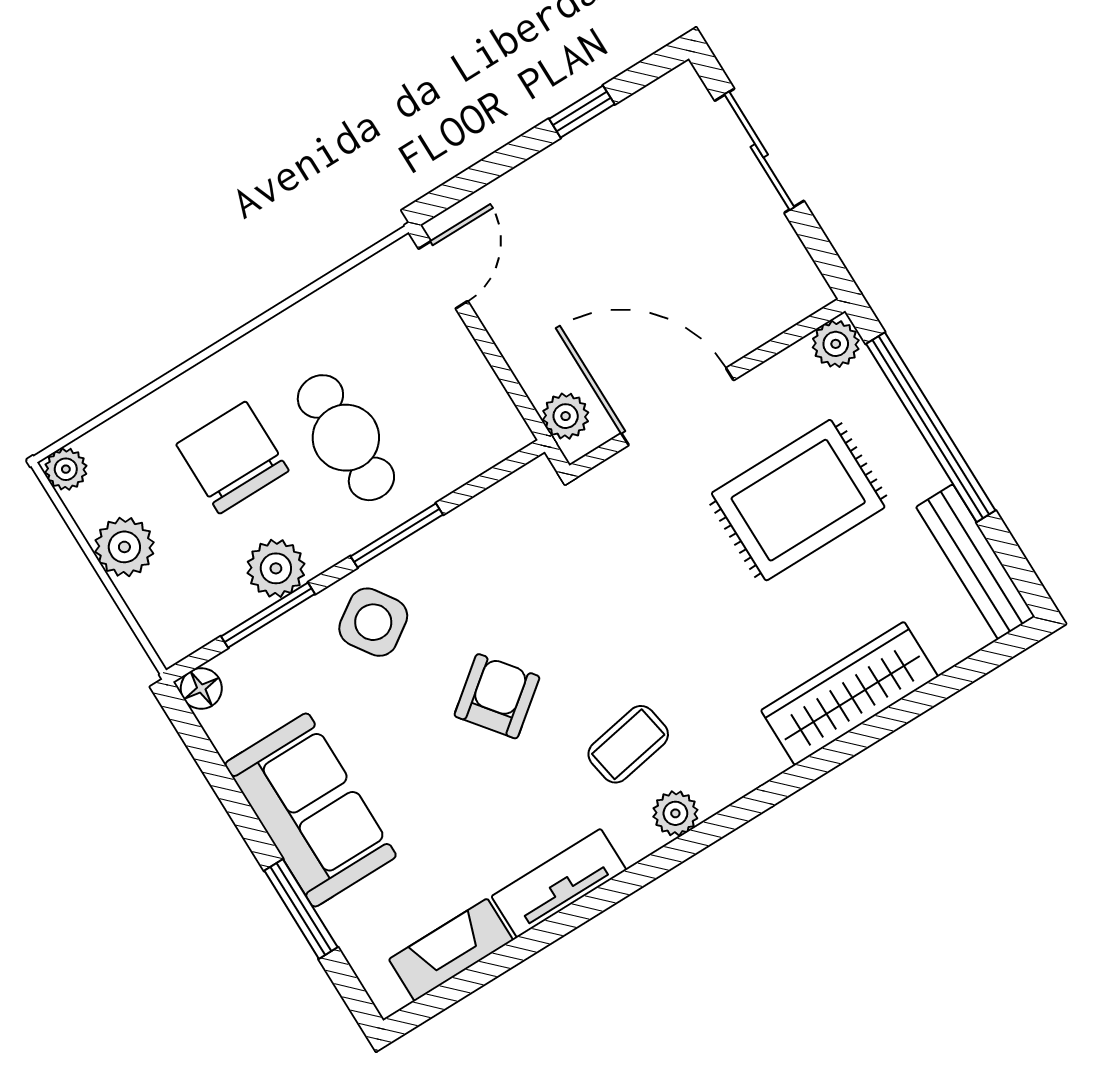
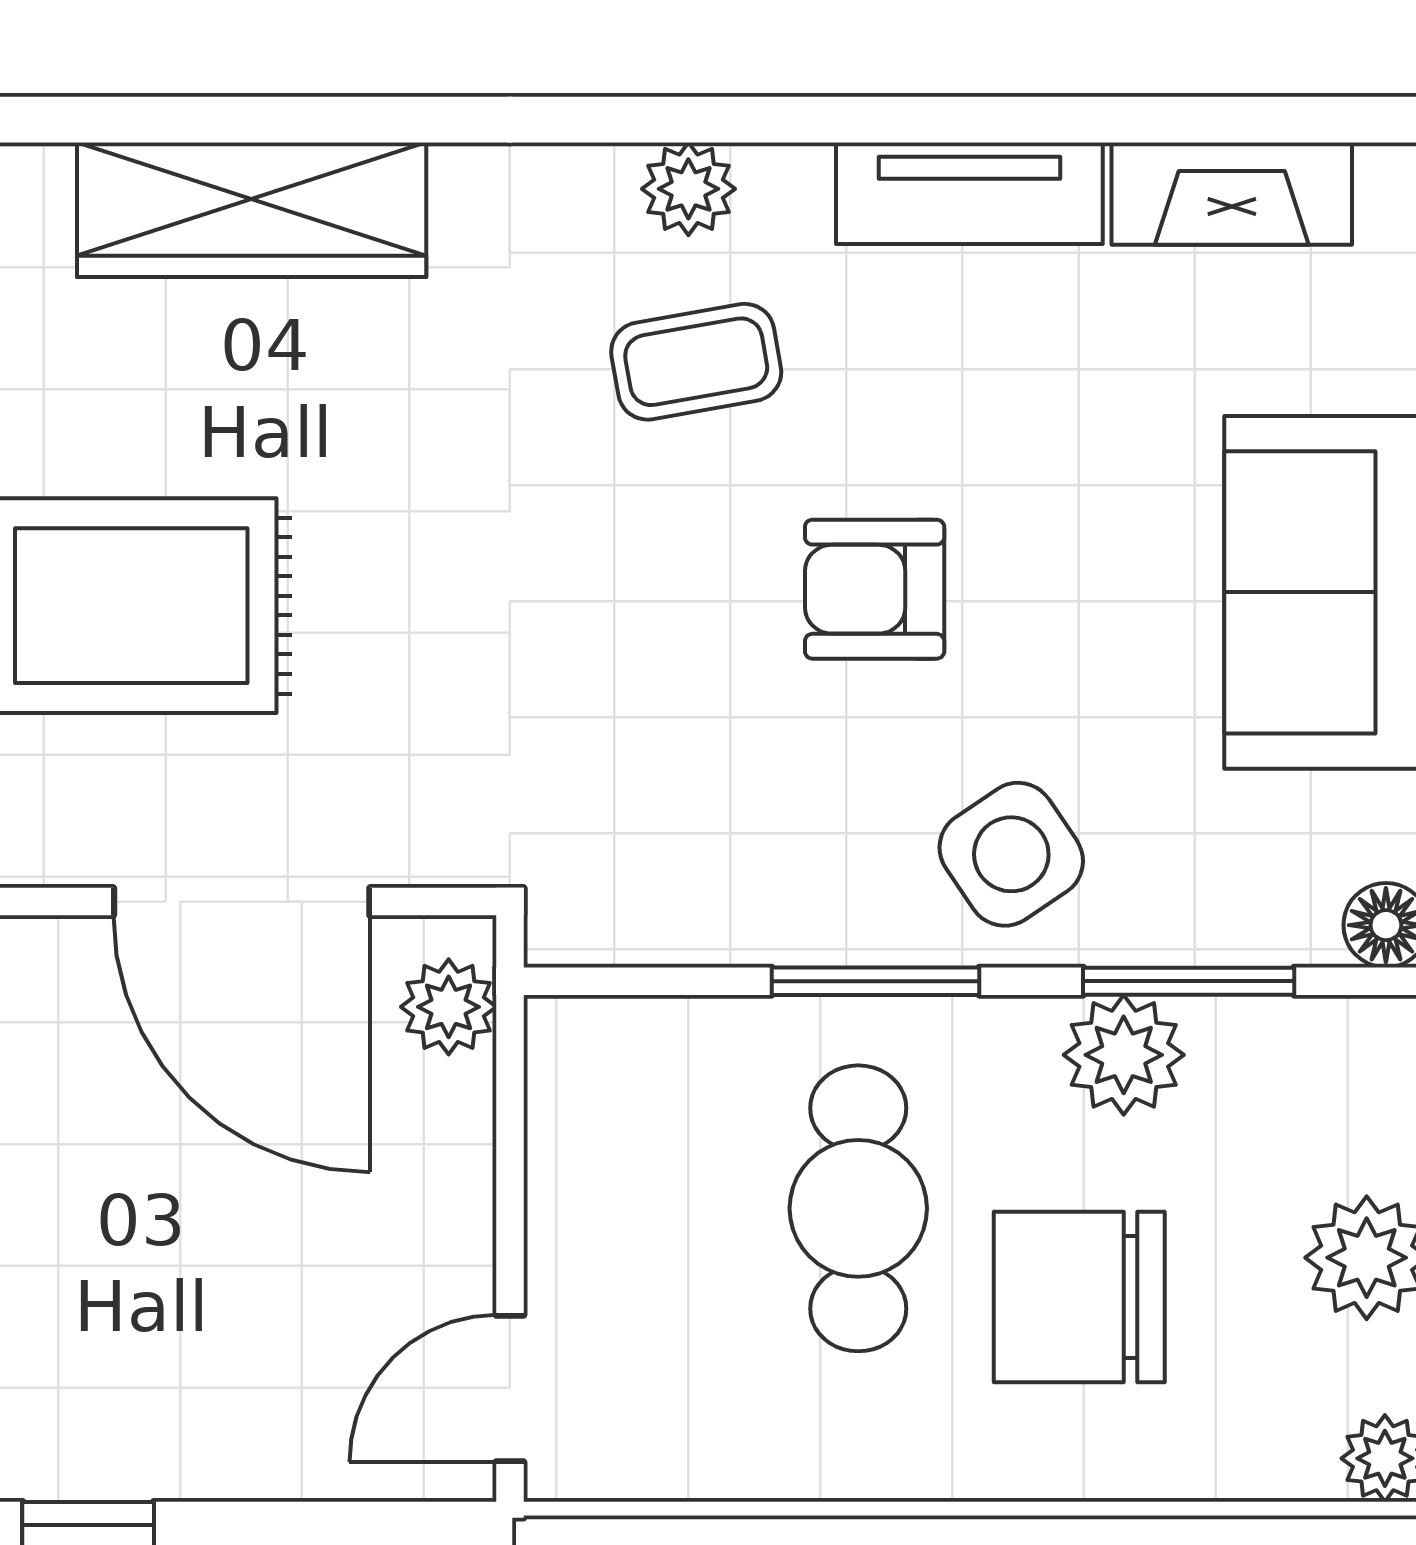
chair: (233, 458) -> (1079, 1297), turned 90
armchair: (497, 696) -> (875, 589), turned 38

